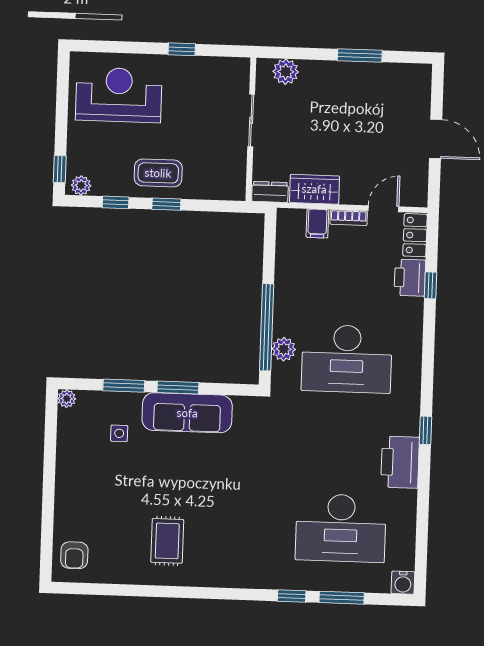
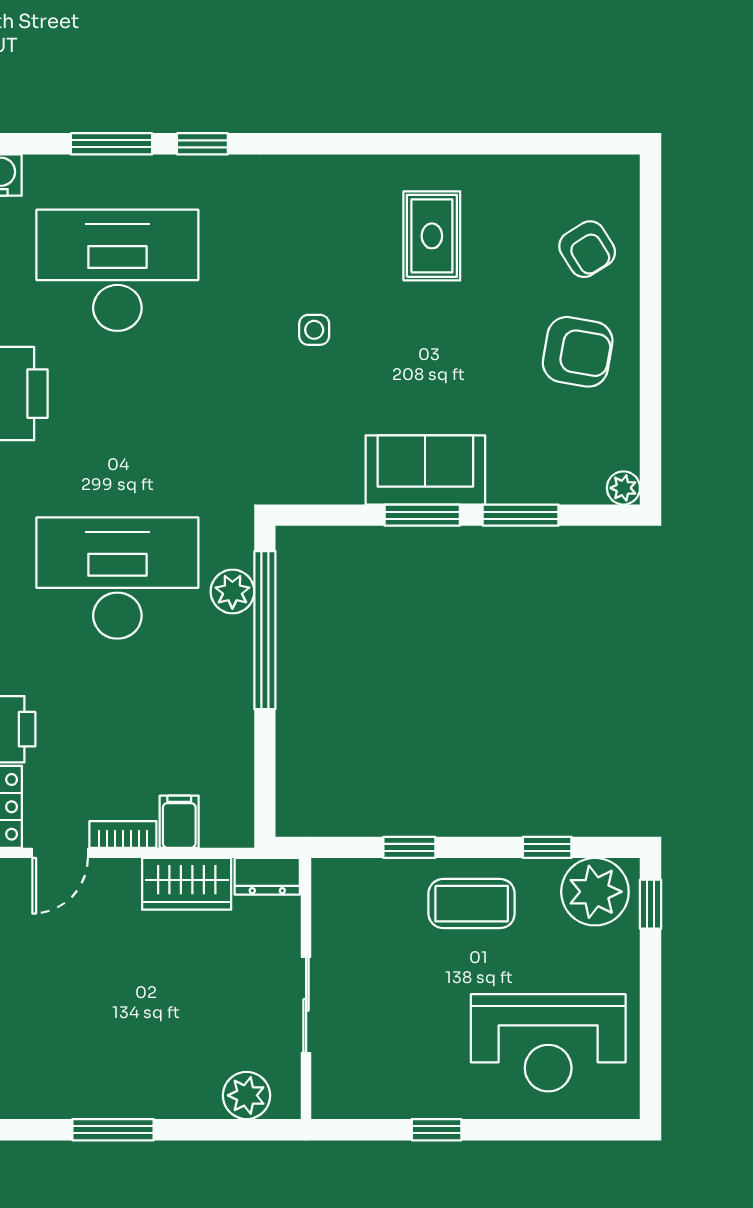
plant: (81, 185) -> (595, 892), width x1.87, depth x1.87
window: (166, 204) -> (409, 847), moved
sofa: (187, 413) -> (425, 470), width x0.73
side table: (119, 433) -> (314, 330), moved
armchair: (89, 474) -> (578, 352), added
armchair: (74, 555) -> (587, 249), moved, turned 148

